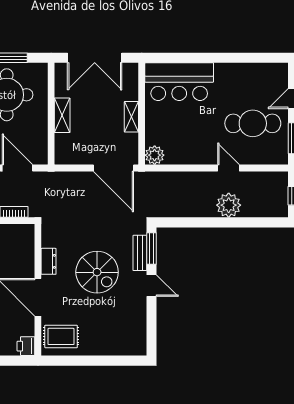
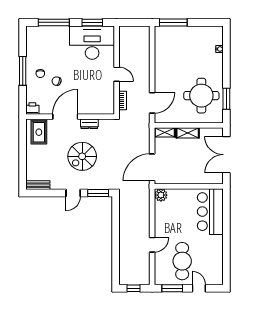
shelving: (131, 117) -> (165, 132), moved
plant: (229, 205) -> (127, 245), removed
bench: (140, 253) -> (38, 185), moved

